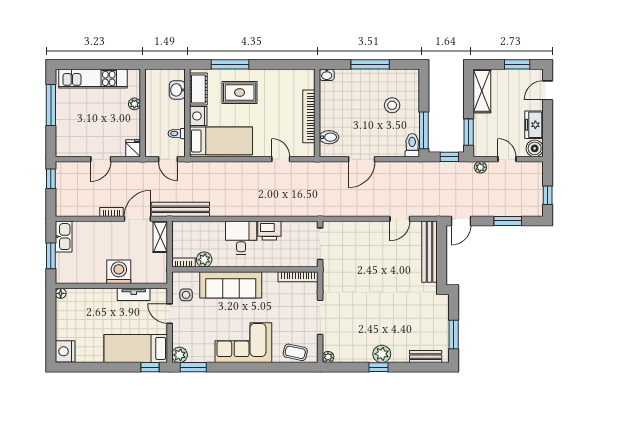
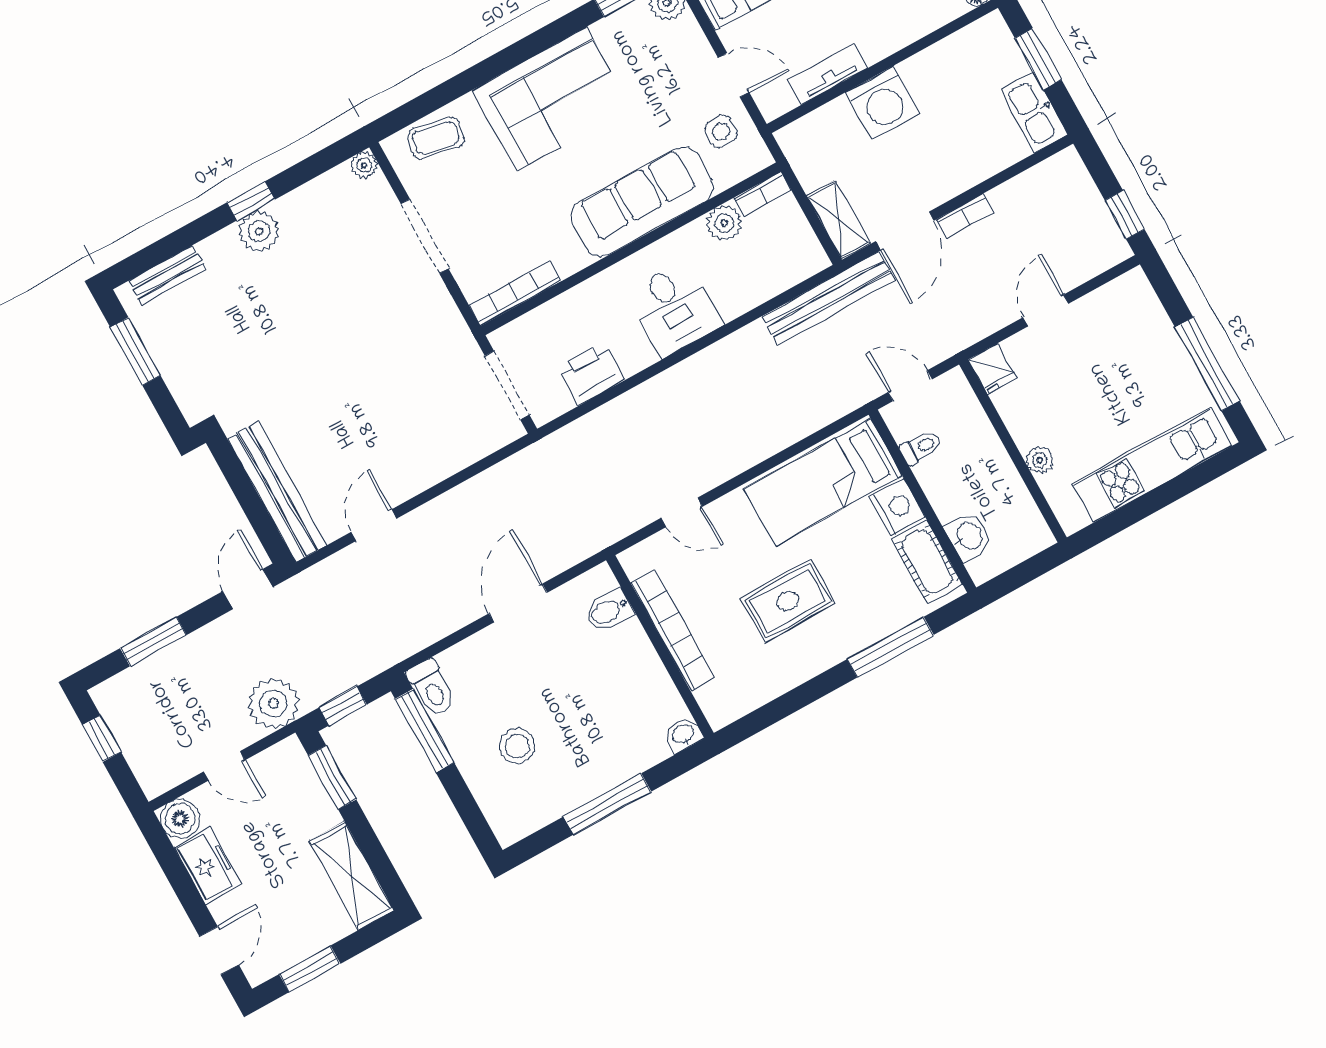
rug: (240, 92) -> (788, 601), moved
plant: (480, 167) -> (273, 703), width x1.88, depth x1.88
printer: (269, 231) -> (591, 373), moved

